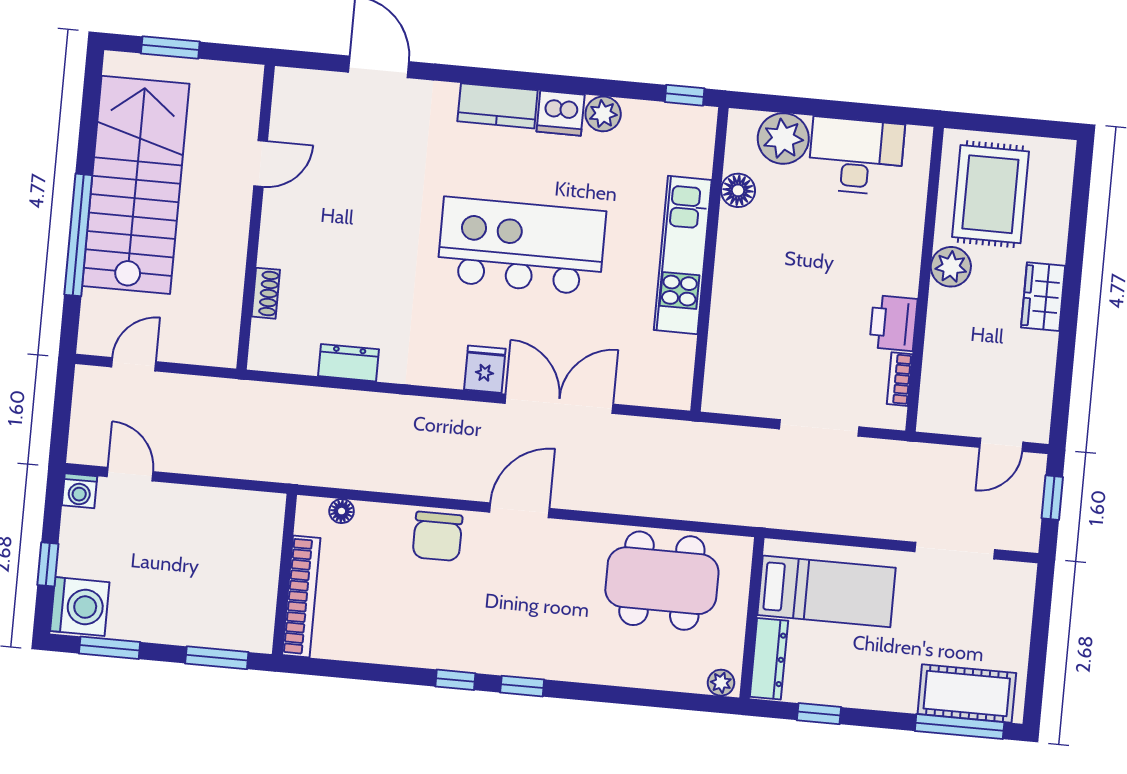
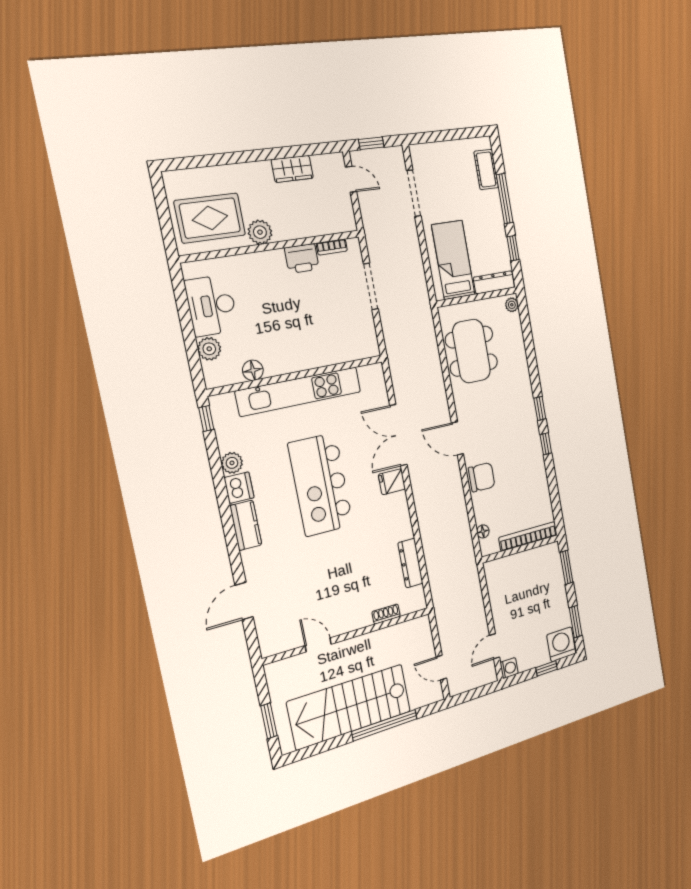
plant: (783, 139) -> (209, 349), width x0.73, depth x0.73
kitchen unit: (683, 255) -> (299, 391), width x1.36
wardrobe: (1043, 297) -> (292, 169), moved
dresser: (348, 363) -> (410, 563), width x1.44
cot: (967, 693) -> (486, 169), width x0.73, depth x0.75
window: (960, 727) -> (505, 199), moved

